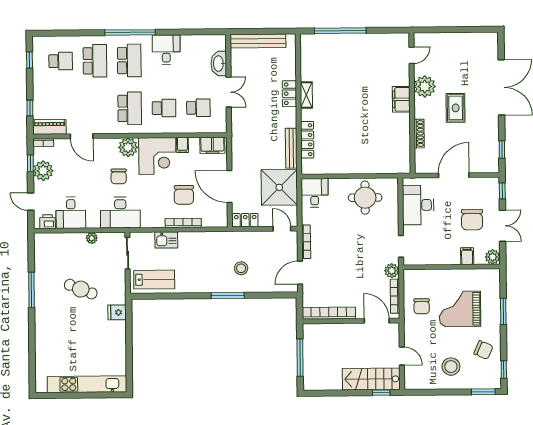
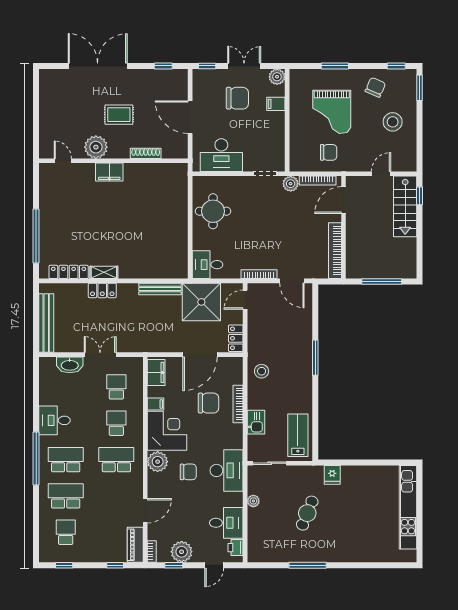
locker: (307, 140) -> (69, 272), moved
stool: (241, 268) -> (262, 371), moved

